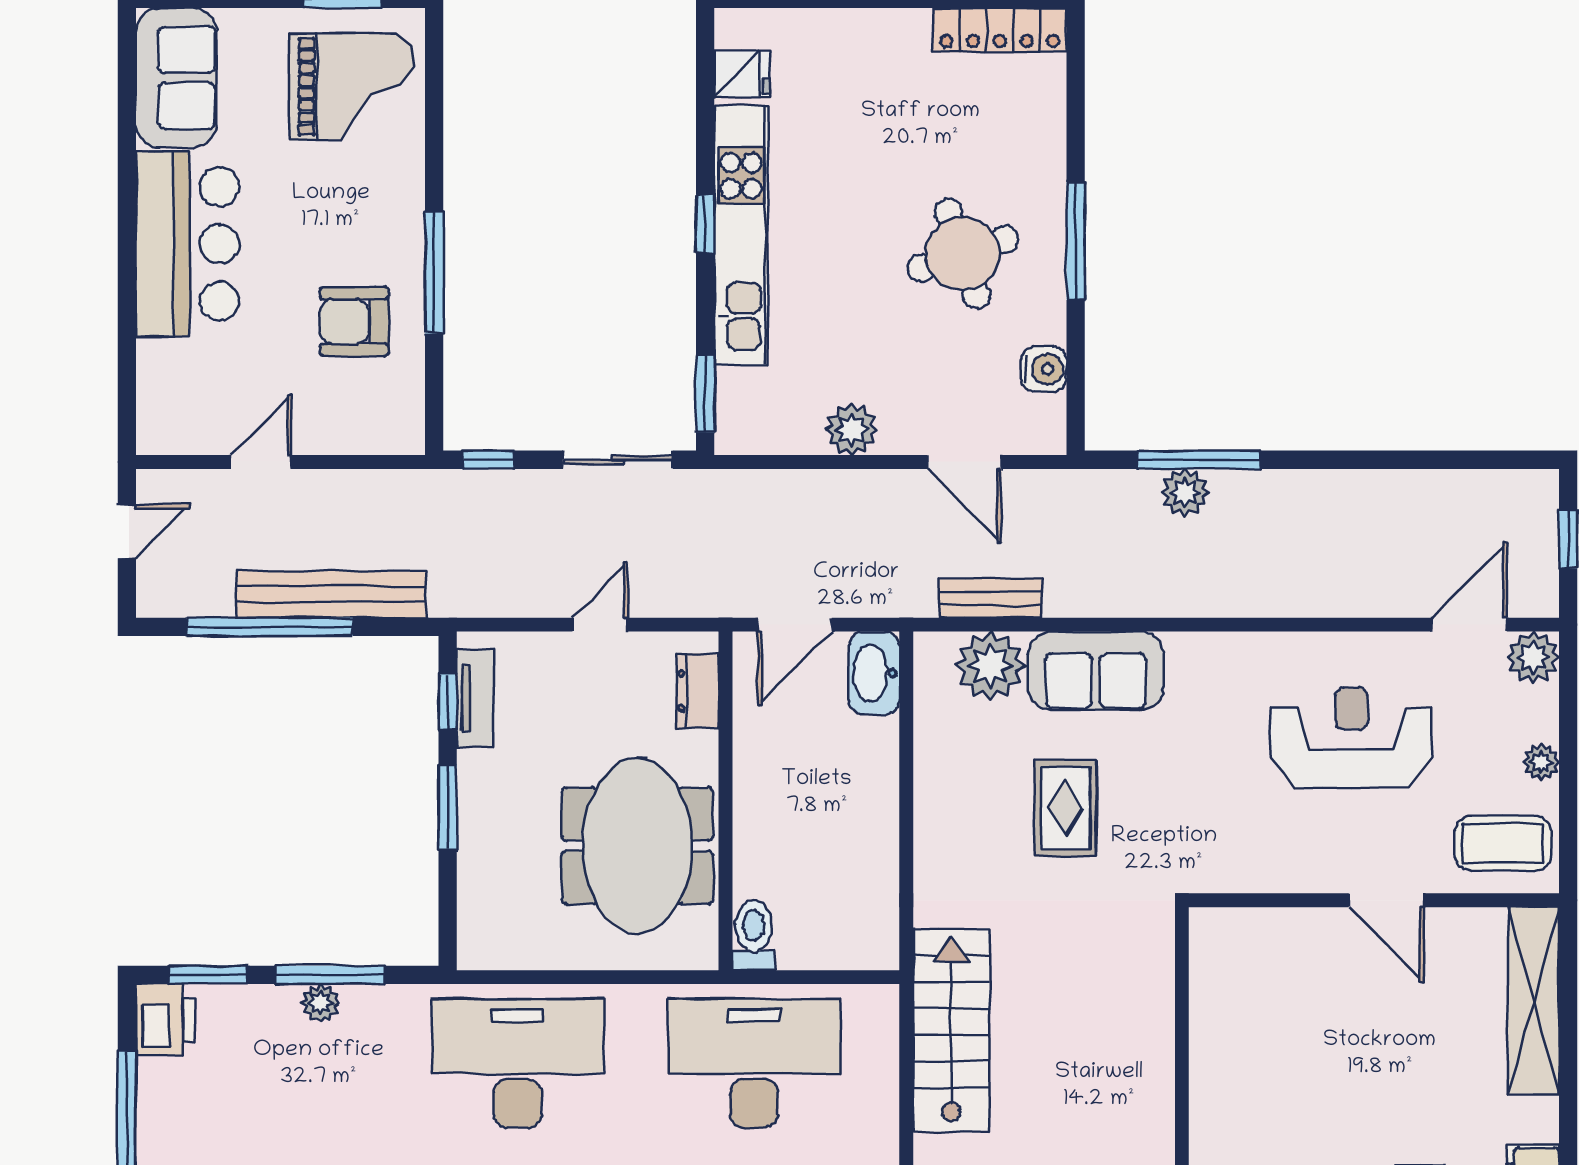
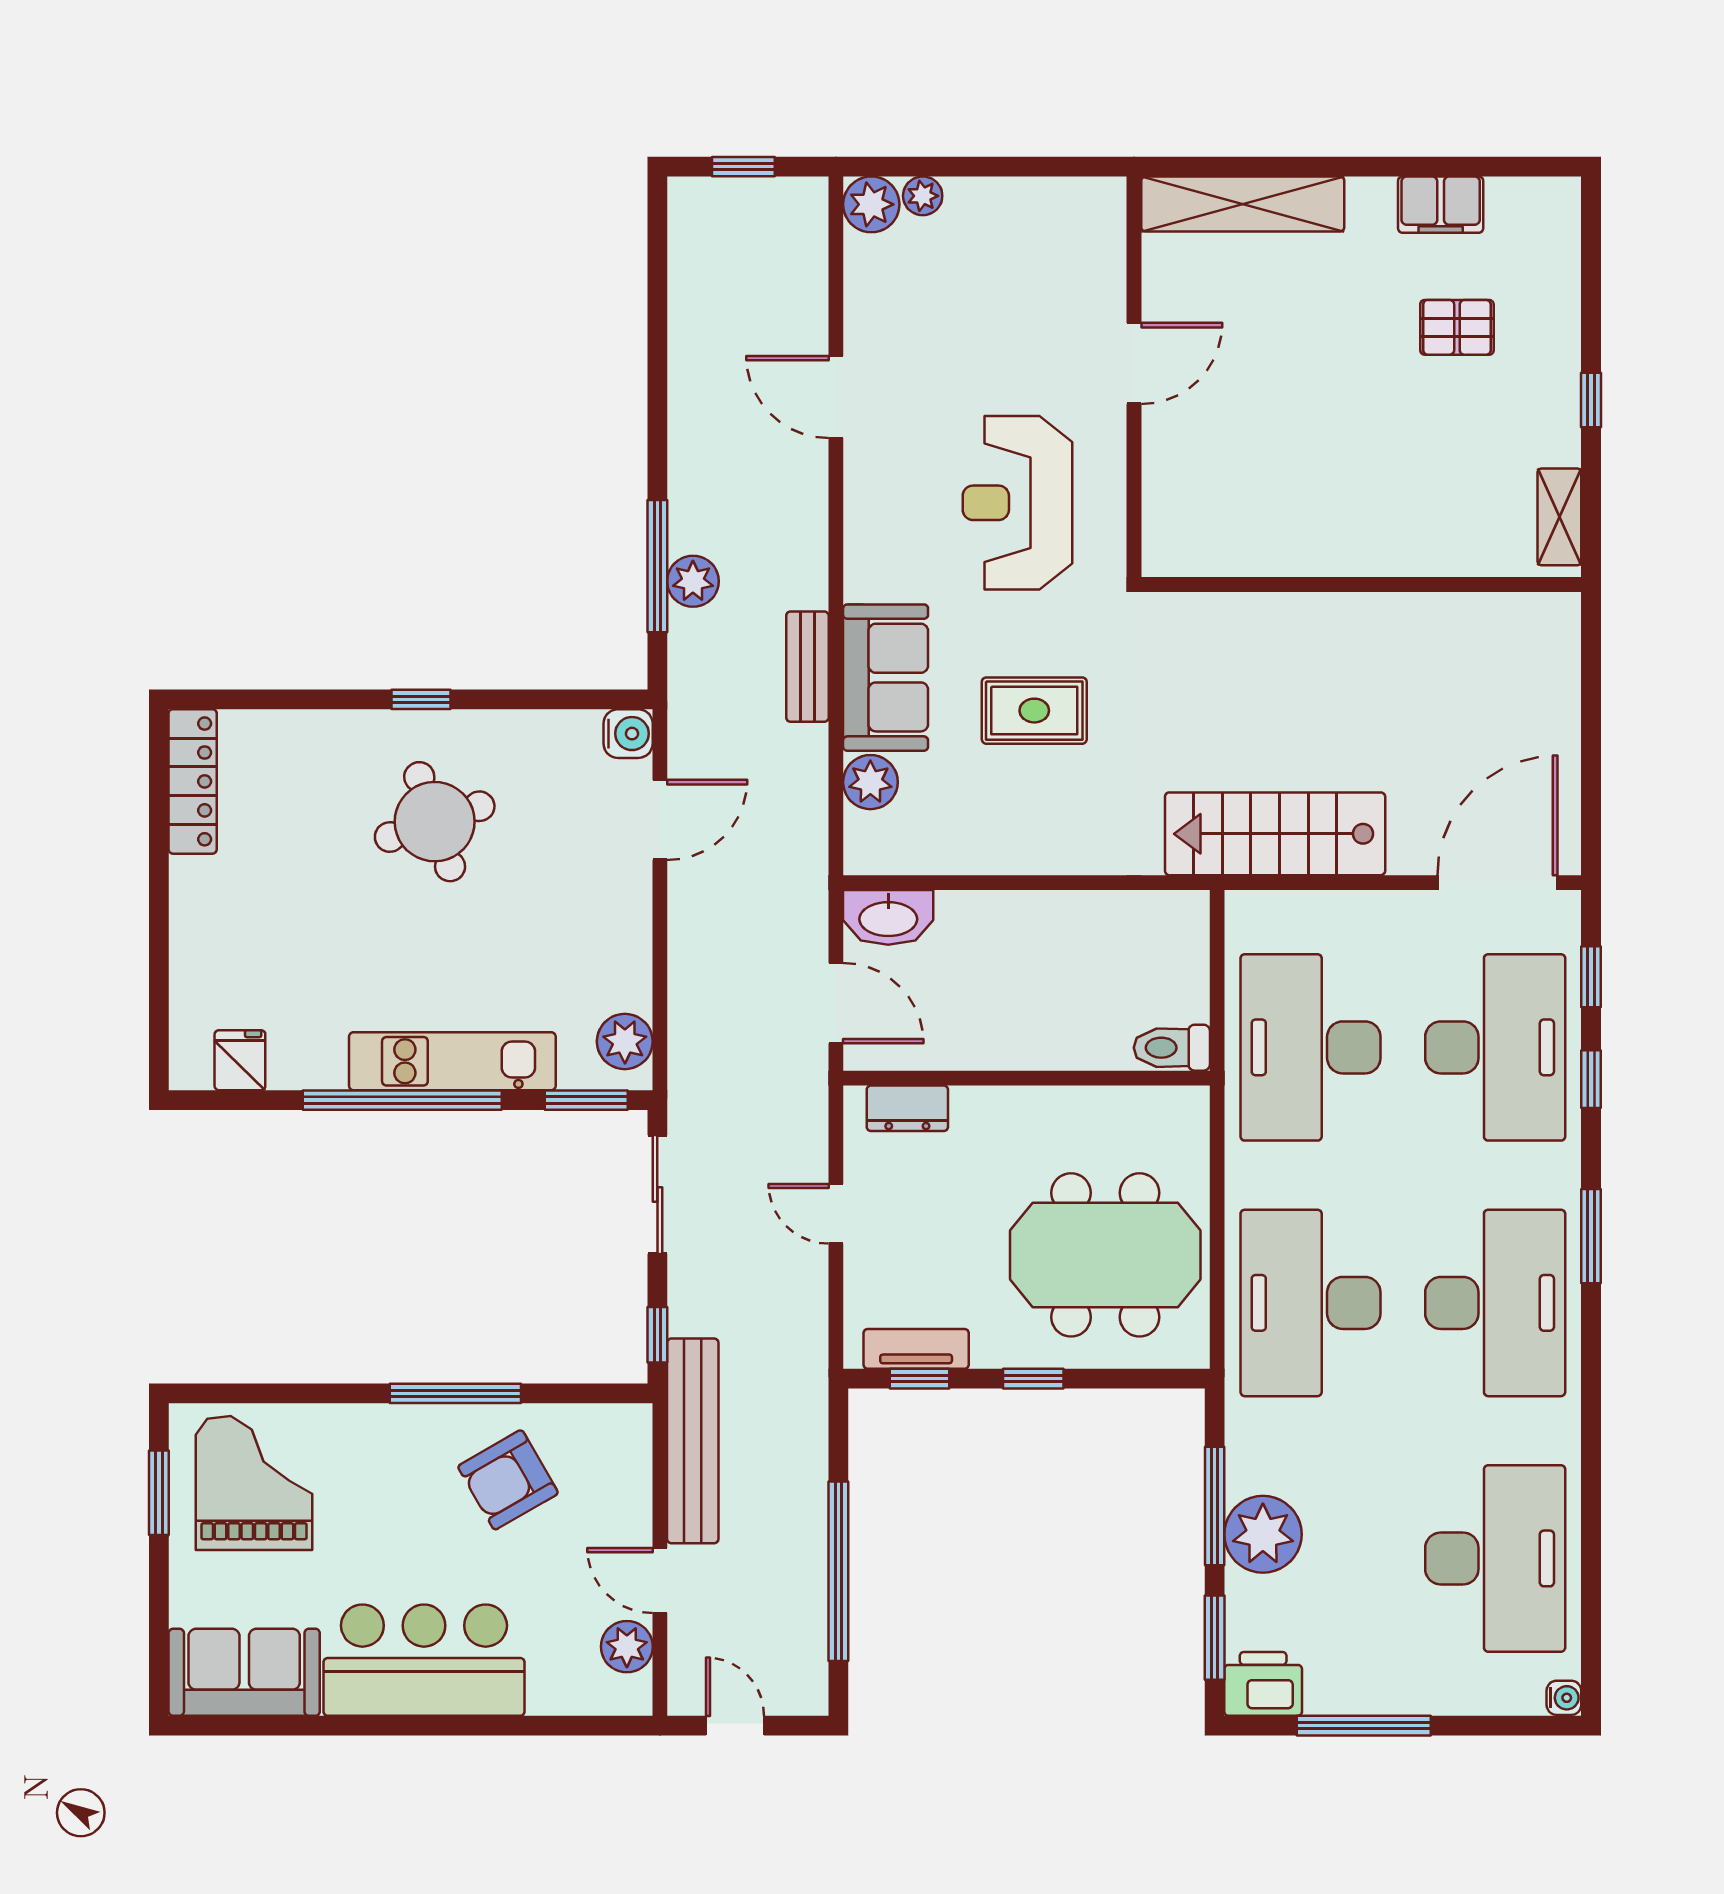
window: (705, 224) -> (402, 1100), width x3.17
kitchen unit: (741, 235) -> (452, 1061), width x0.73
window: (1076, 241) -> (421, 699), width x0.46
armchair: (354, 322) -> (508, 1480), turned 60
water cooler: (1044, 369) -> (628, 734), moved, turned 90
plant: (852, 430) -> (625, 1041), moved
plant: (200, 431) -> (627, 1647), added
bench: (331, 594) -> (693, 1441), moved
bench: (991, 598) -> (807, 667), moved
door: (1469, 625) -> (836, 397), moved
plant: (990, 666) -> (870, 782), width x0.73, depth x0.73
reception desk: (1352, 738) -> (1018, 503), moved
plant: (1541, 762) -> (923, 196), moved
window: (448, 807) -> (1033, 1379), width x0.67
coffee table: (1503, 843) -> (1072, 237), removed
meeting table: (637, 846) -> (1105, 1255), moved
plant: (320, 1003) -> (1263, 1534), width x1.88, depth x1.88

